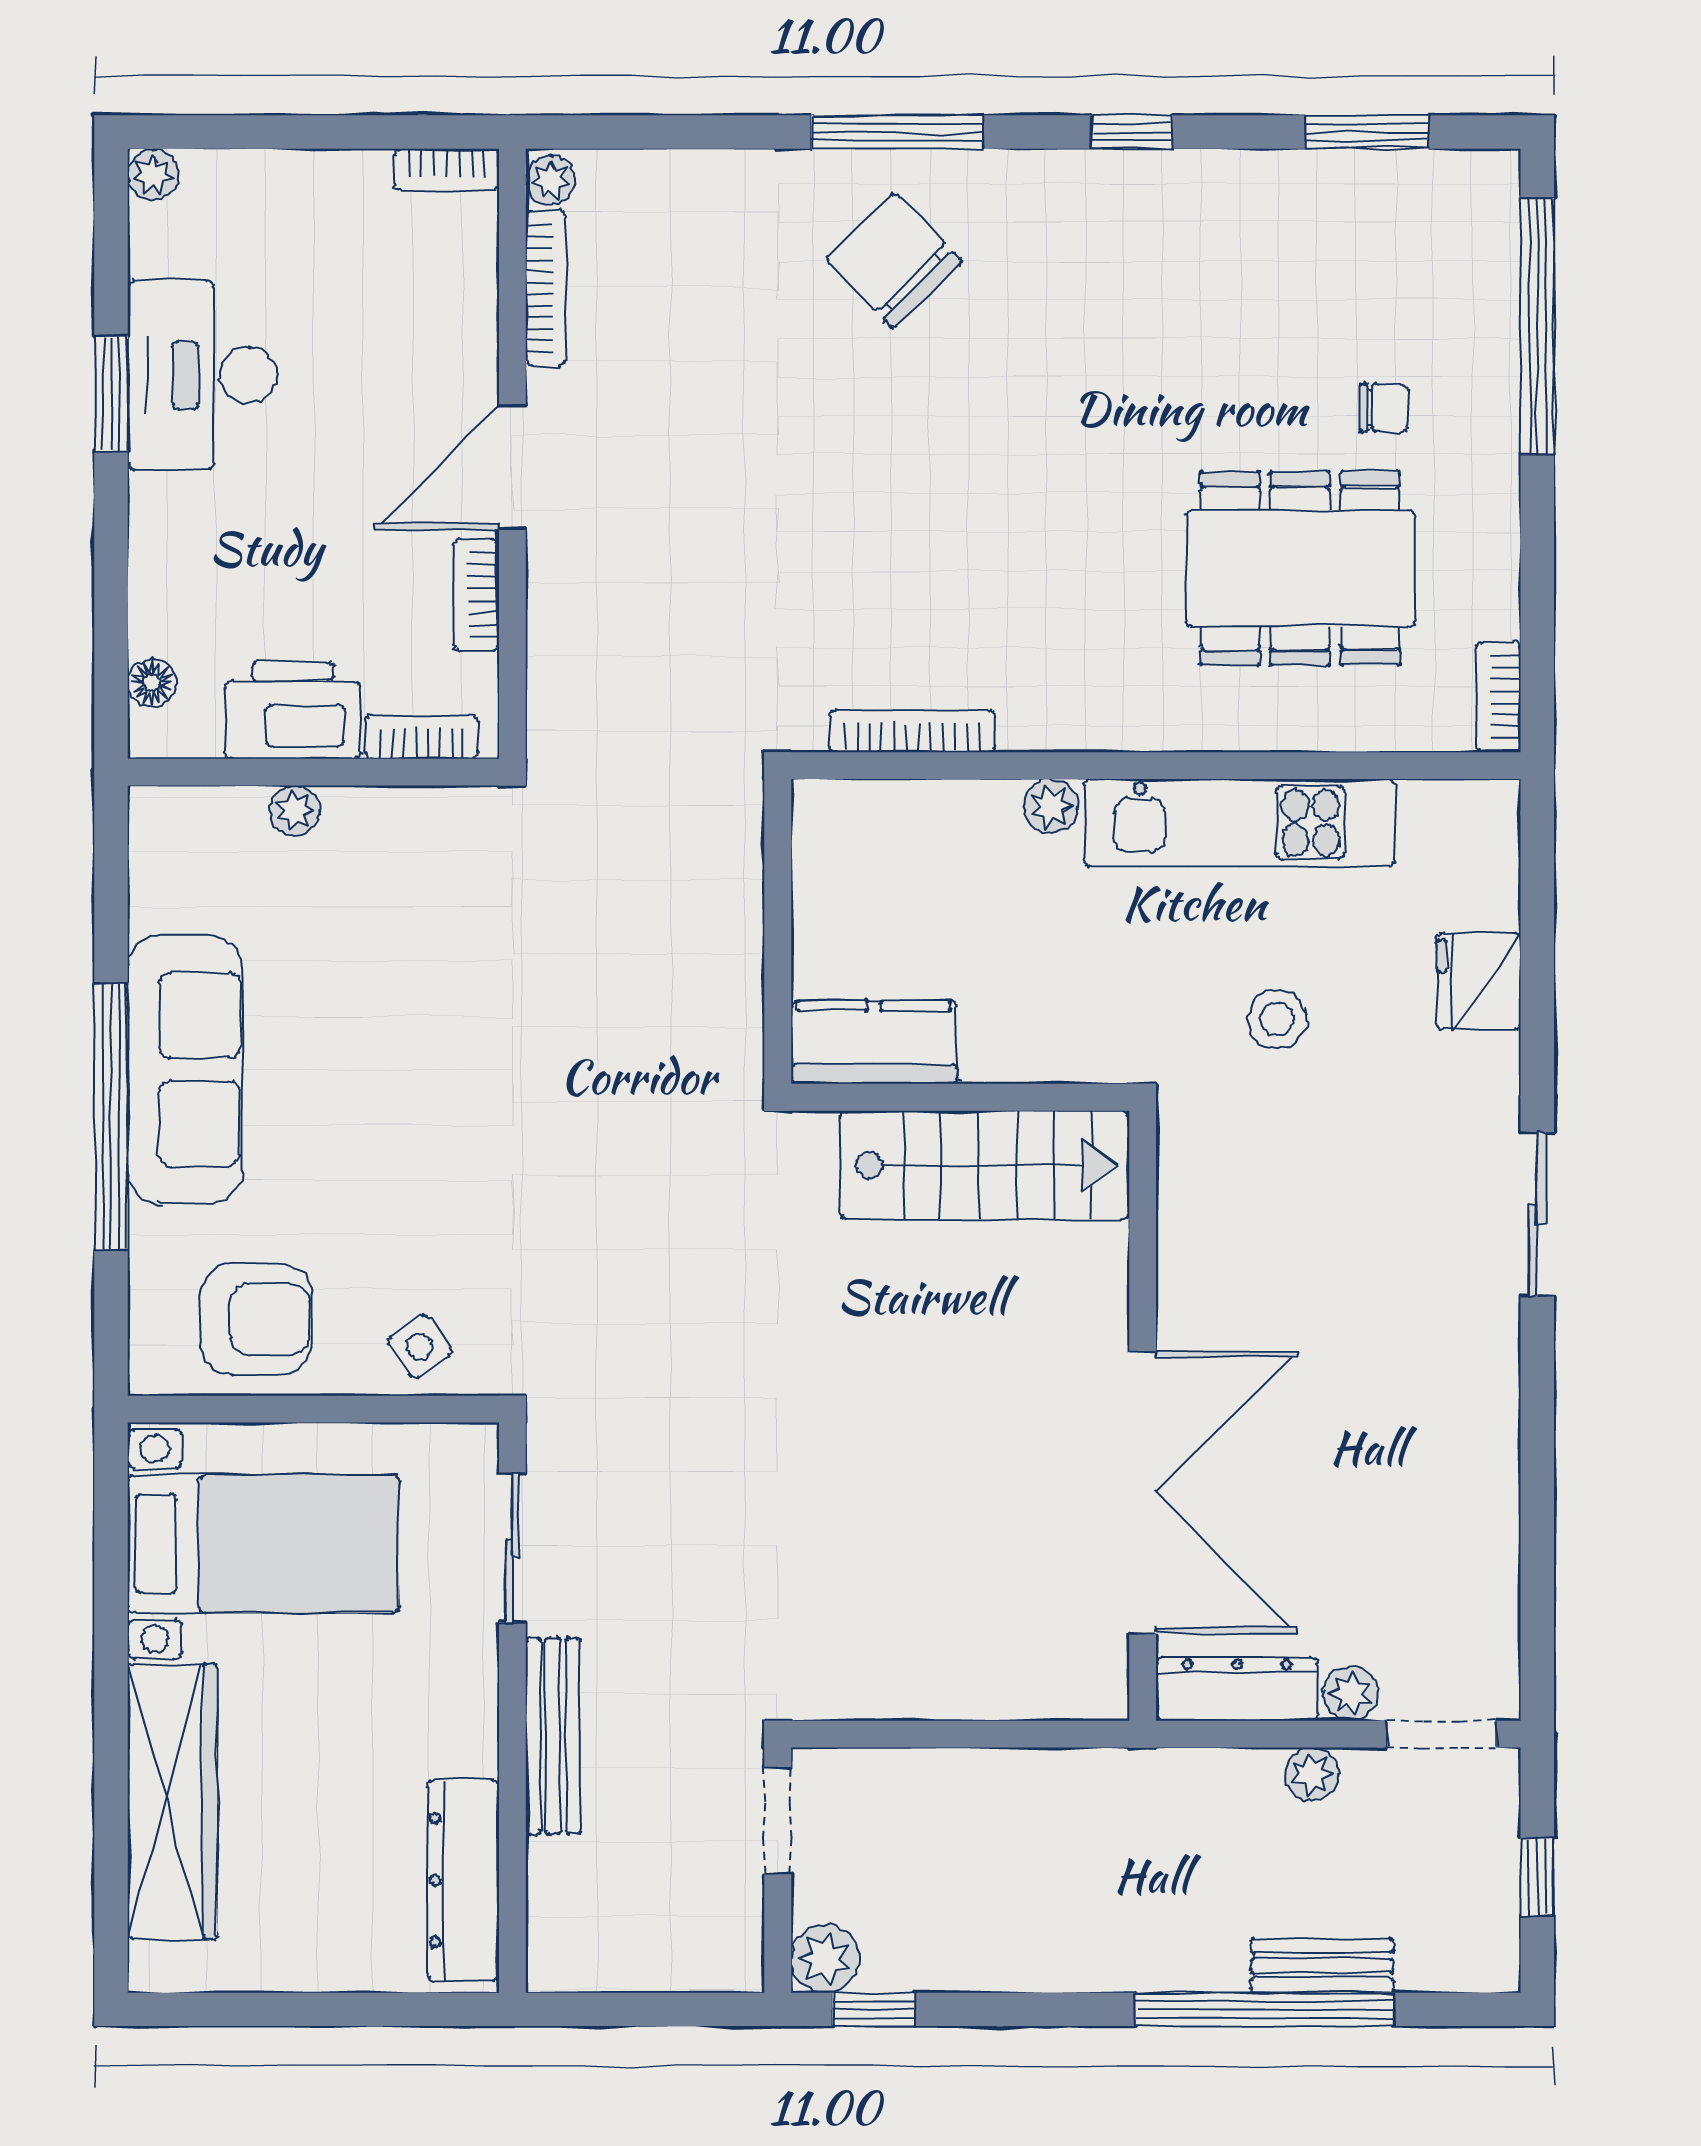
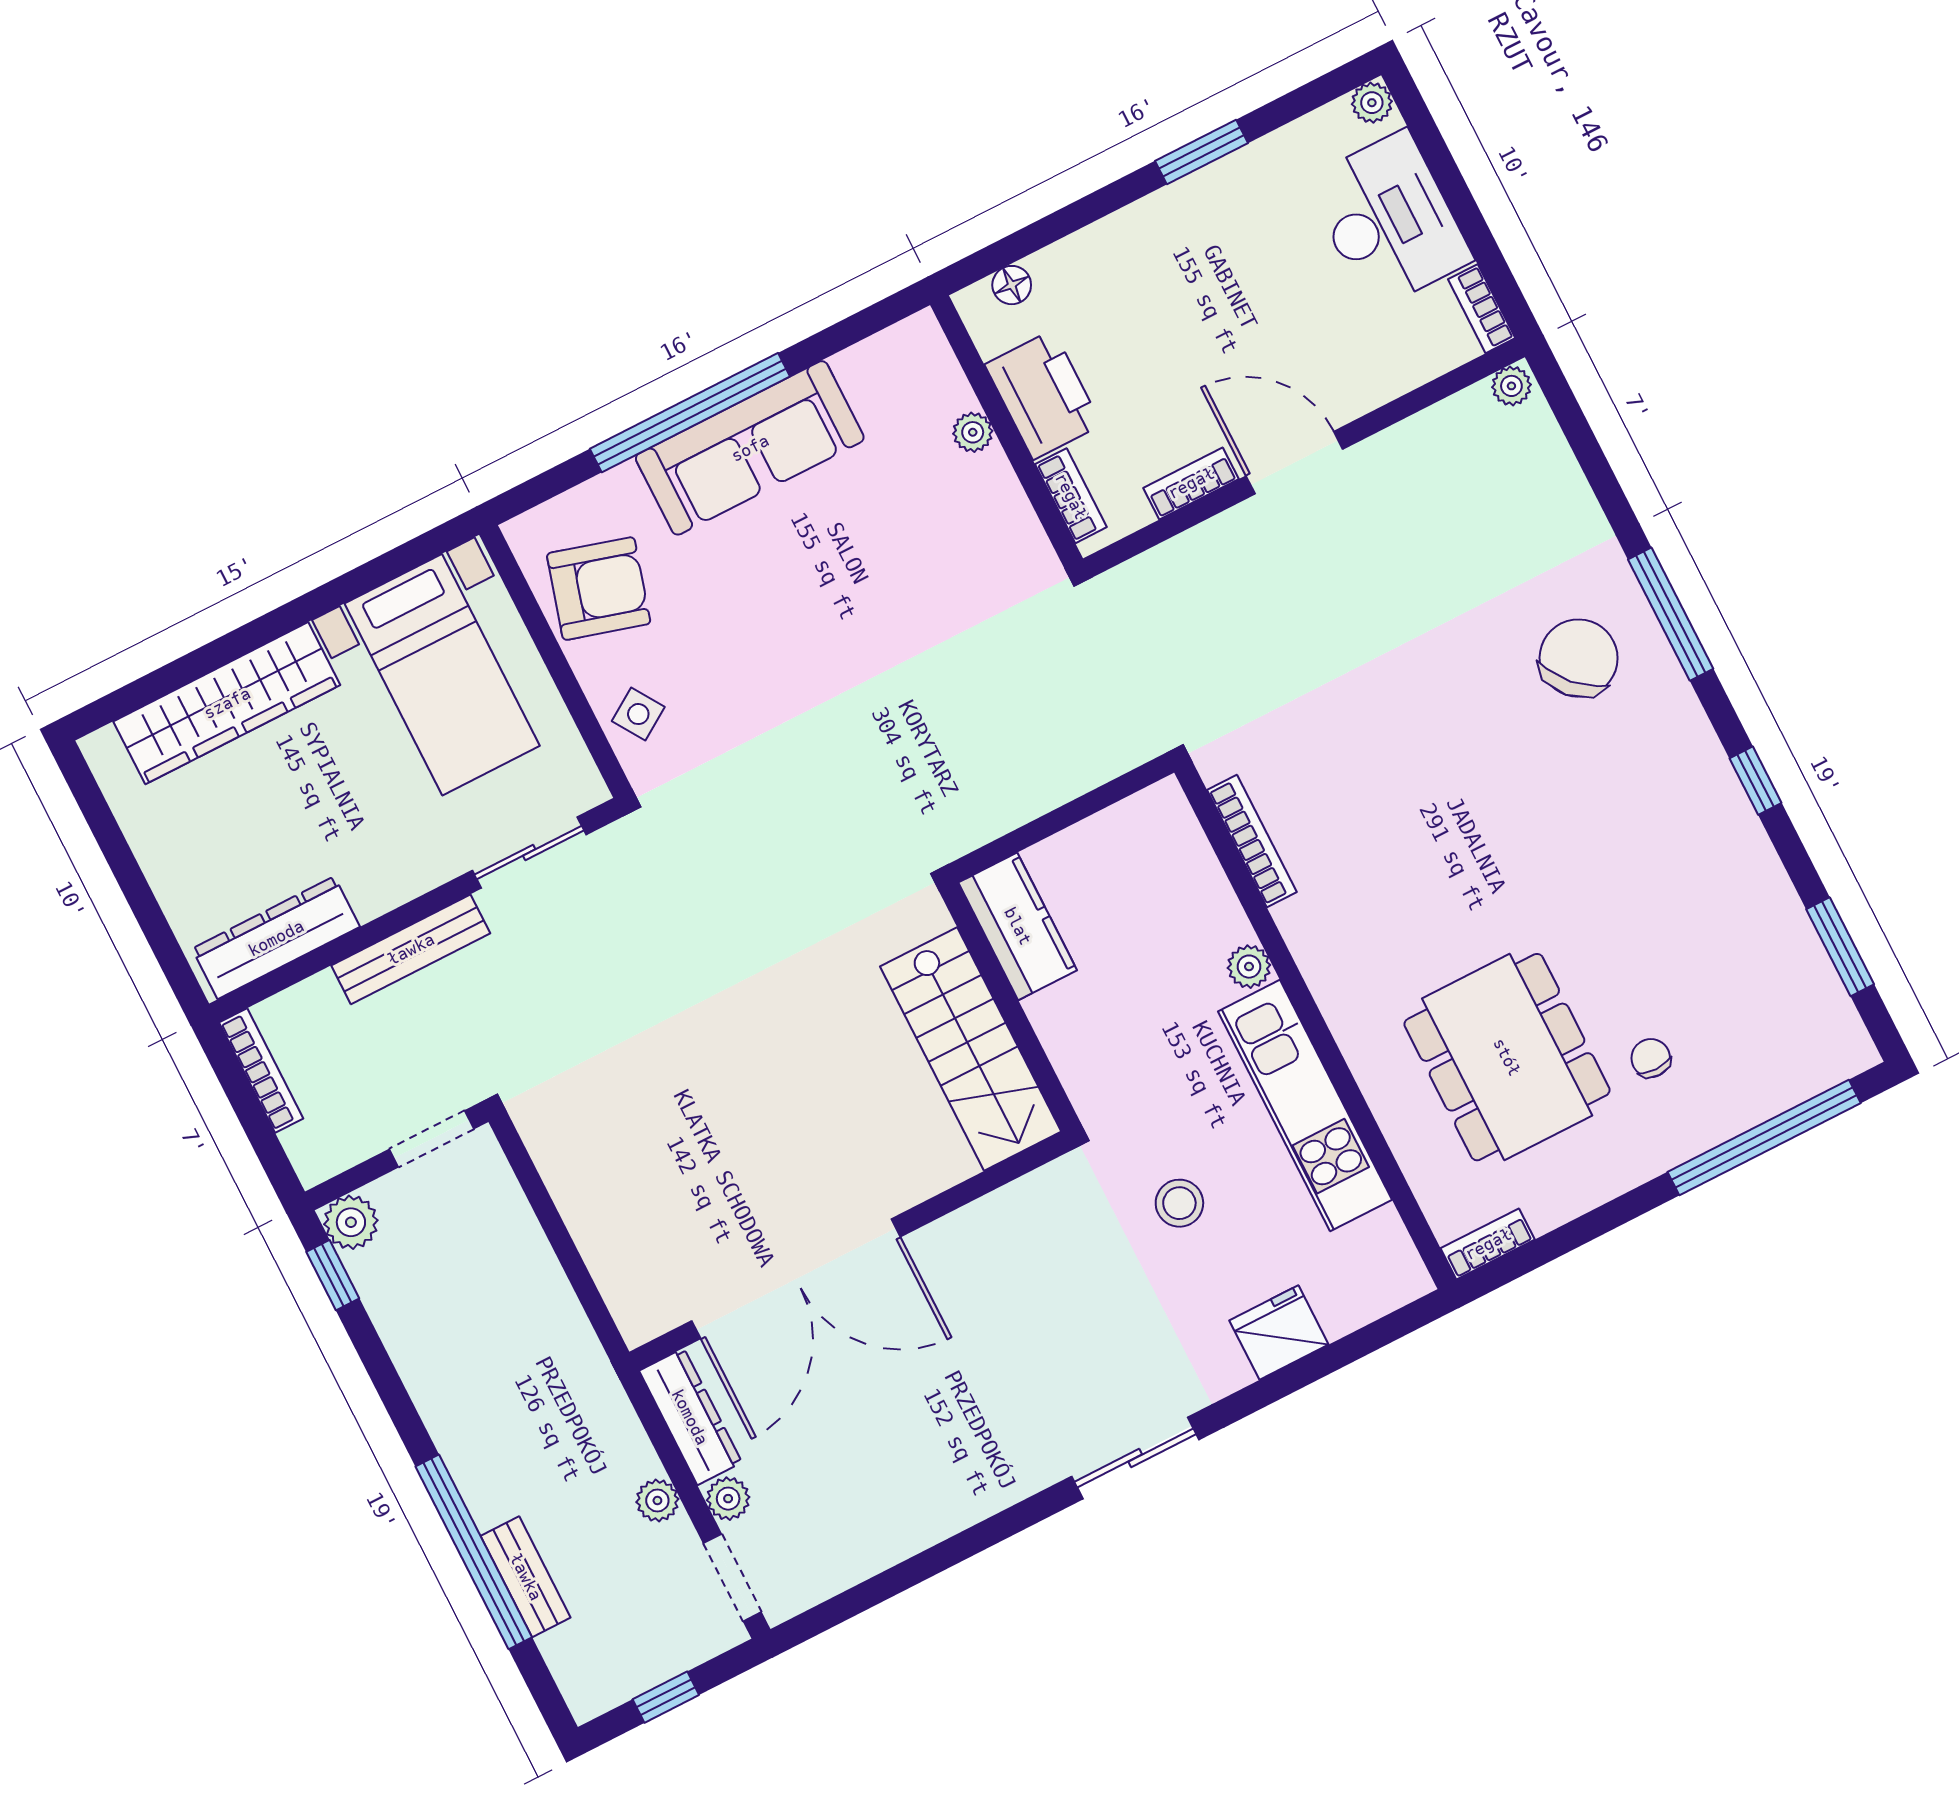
bookcase: (546, 288) -> (261, 1071), moved, turned -90
desk: (202, 375) -> (1389, 220), moved, turned 90
chair: (1384, 408) -> (1651, 1058), turned 180
armchair: (256, 1319) -> (599, 589), turned -74

